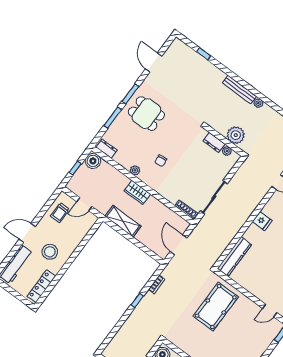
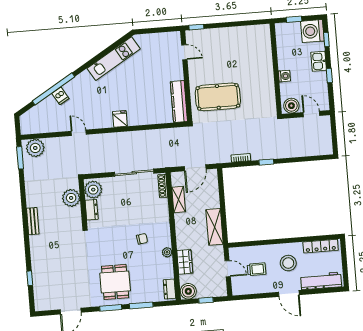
bench: (239, 90) -> (33, 221), width x0.73
plant: (258, 103) -> (31, 202), removed
plant: (227, 151) -> (93, 190), width x1.88, depth x1.88
wardrobe: (137, 192) -> (185, 262), moved
shelving: (166, 212) -> (179, 200), added
trolley: (60, 213) -> (257, 269), moved
kitchen counter: (234, 257) -> (179, 102), moved, turned -90

